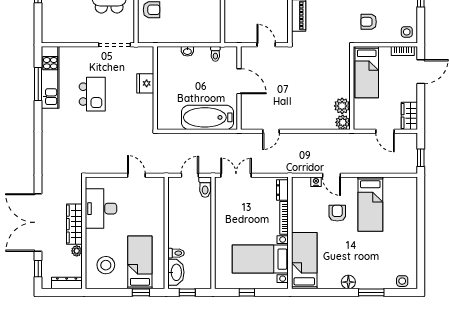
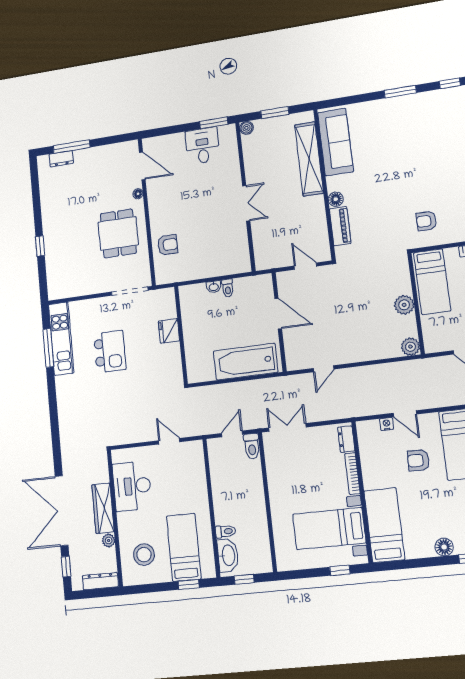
toilet: (215, 54) -> (228, 288), moved
plant: (342, 106) -> (404, 305), moved
armchair: (337, 213) -> (418, 460), turned -88
window: (247, 292) -> (340, 570), moved

